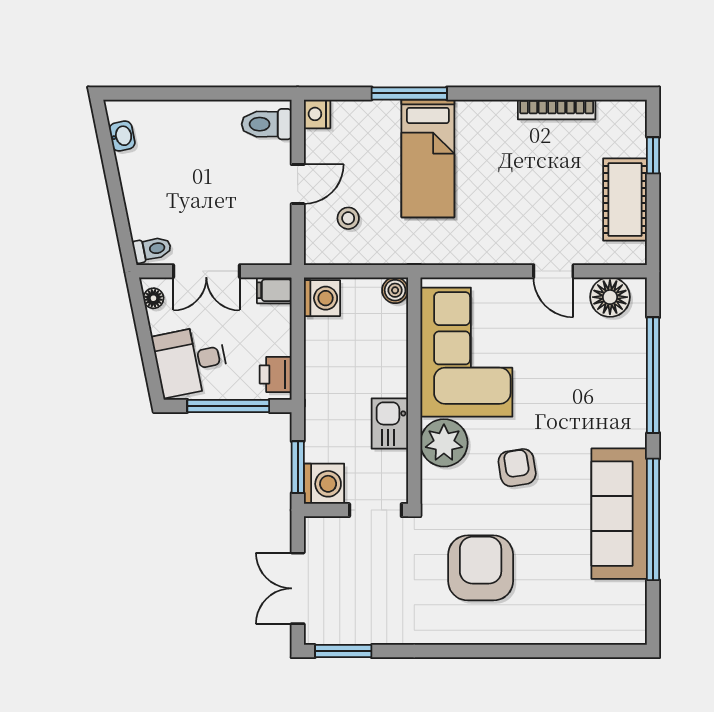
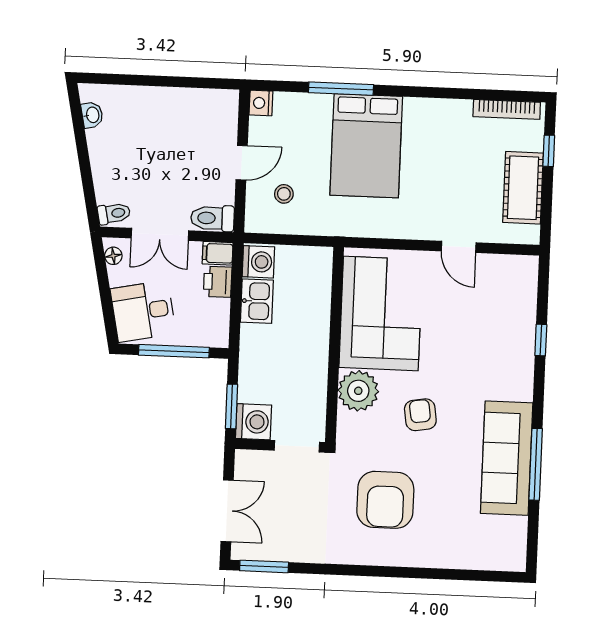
bookcase: (557, 110) -> (507, 109), moved
toilet: (267, 124) -> (213, 218), moved
bed: (428, 158) -> (366, 146), width x1.50
boiler: (395, 290) -> (322, 258), removed
floor lamp: (610, 297) -> (507, 271), removed
printer: (276, 374) -> (218, 282), moved
window: (653, 375) -> (541, 340), width x0.32
kitchen sink: (390, 424) -> (257, 301), moved, turned 180
window: (653, 519) -> (536, 464), width x0.68
armchair: (481, 568) -> (385, 500), turned 180
double door: (298, 588) -> (227, 511), swing flipped

